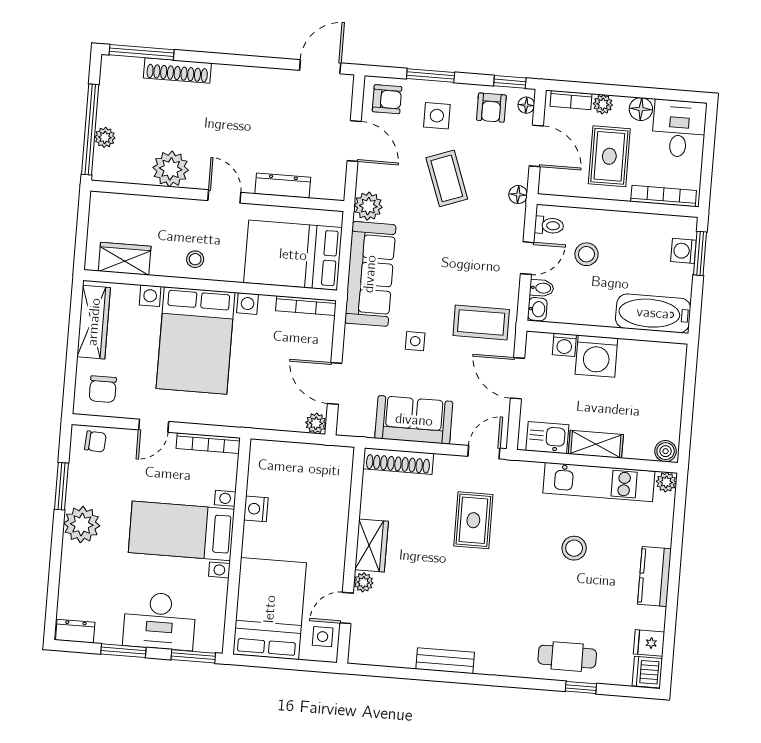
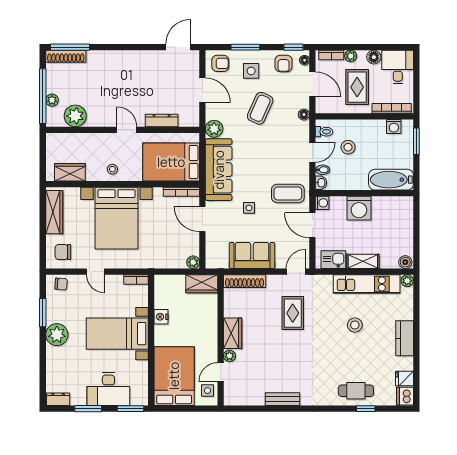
shoe rack: (177, 70) -> (66, 56), moved
plant: (171, 169) -> (75, 116), moved
coffee table: (447, 178) -> (260, 108), turned 44
washing machine: (683, 251) -> (394, 127), moved, turned -90
washing machine: (564, 345) -> (322, 203), moved, turned -90
door: (335, 383) -> (202, 219), moved
chair: (103, 389) -> (63, 252), turned 90
door: (154, 426) -> (95, 272), hinge flipped
bookcase: (208, 443) -> (136, 279), width x0.64
wardrobe: (327, 460) -> (202, 284), added

